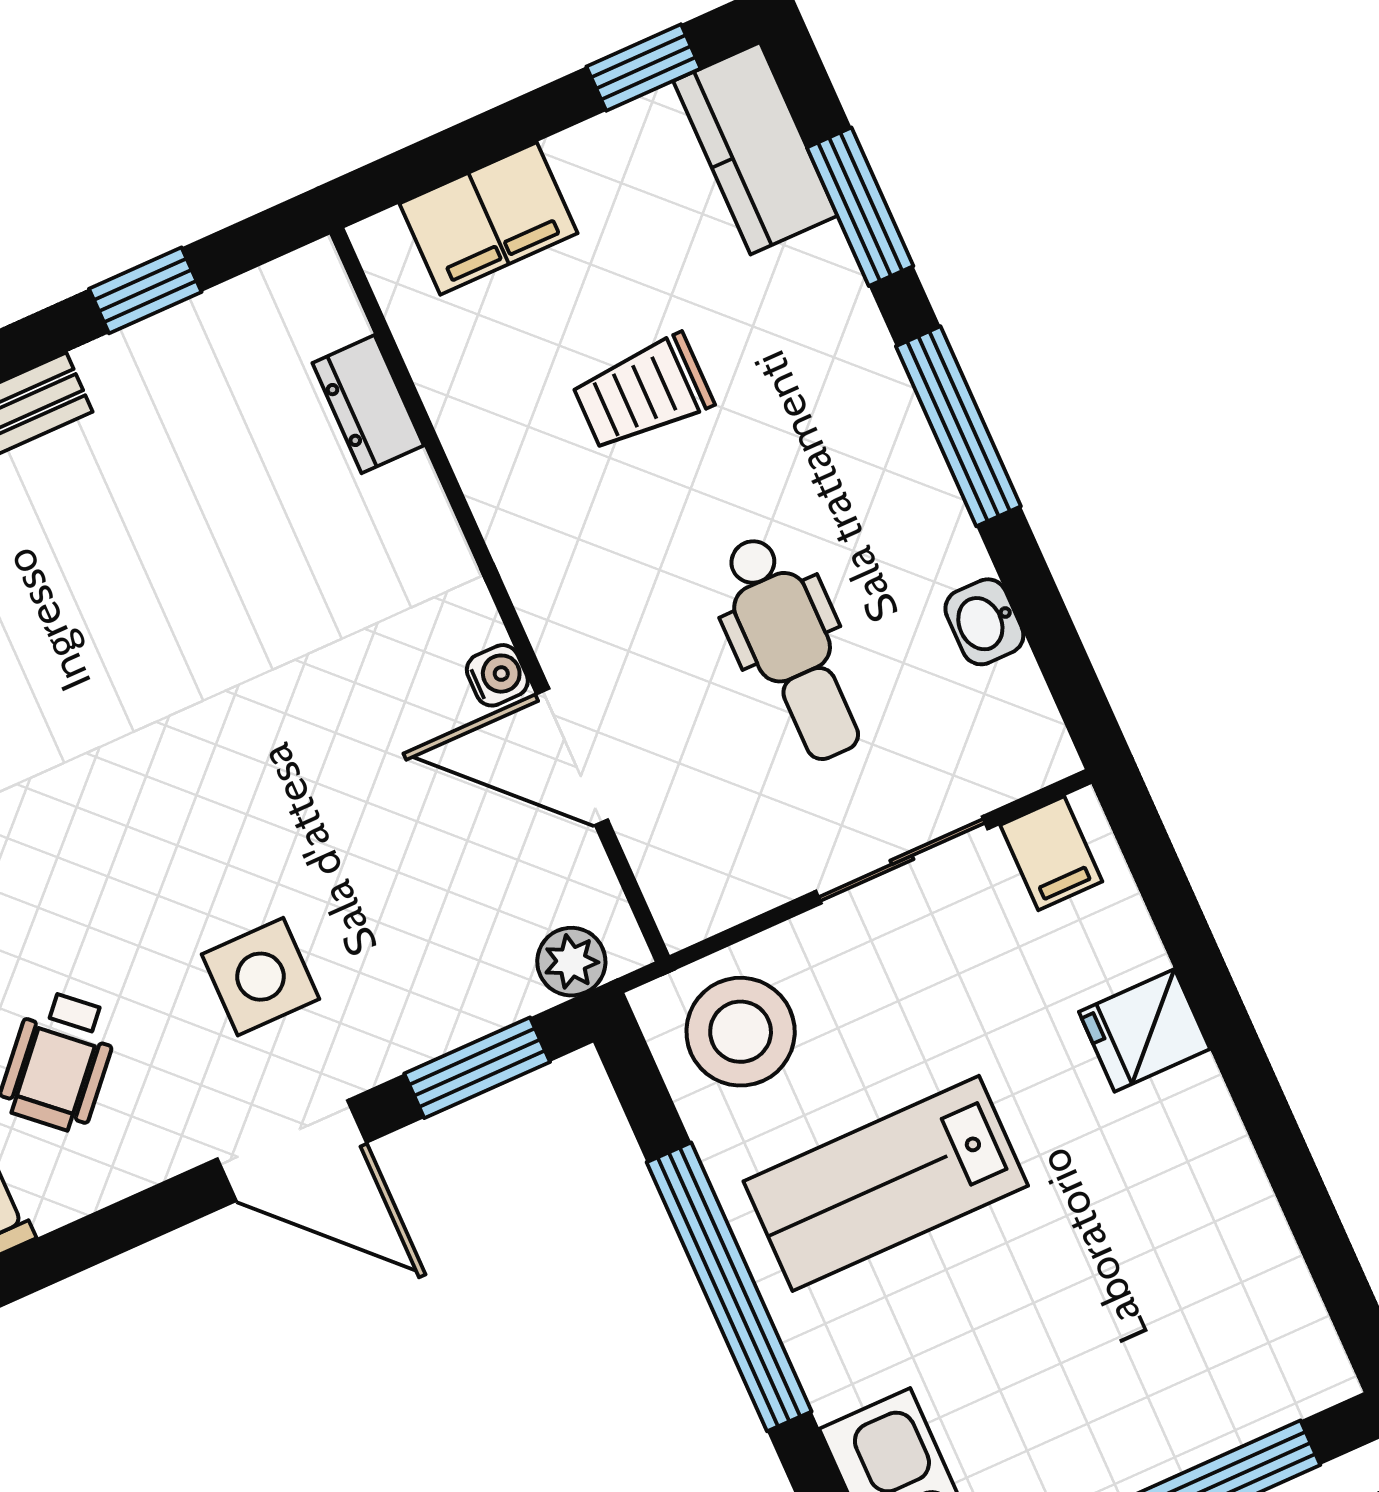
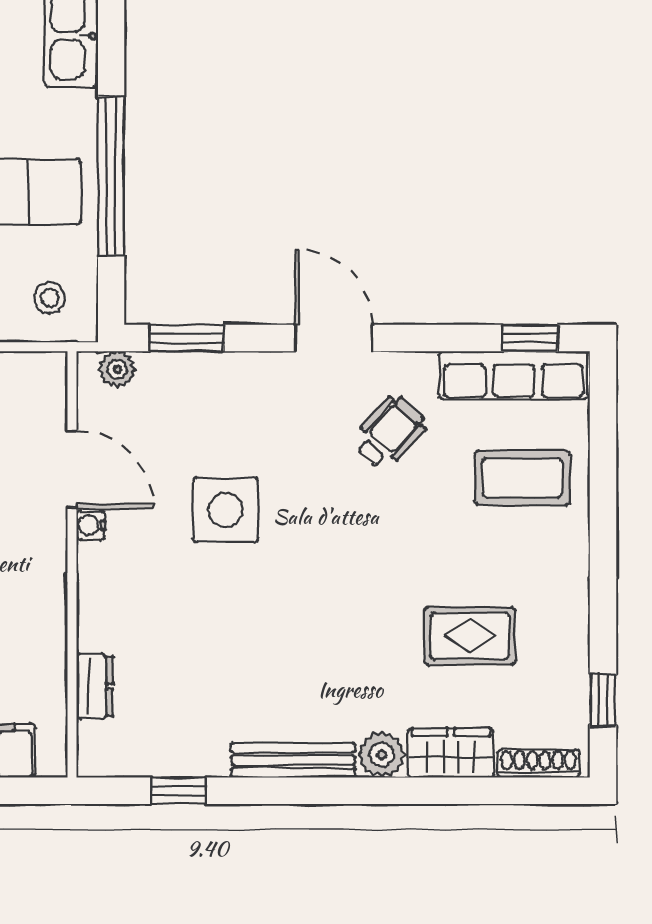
side table: (261, 977) -> (226, 510), moved, width x1.37, depth x1.37
stool: (741, 1032) -> (50, 298), width x0.53, depth x0.53
door: (292, 1151) -> (333, 338), moved

